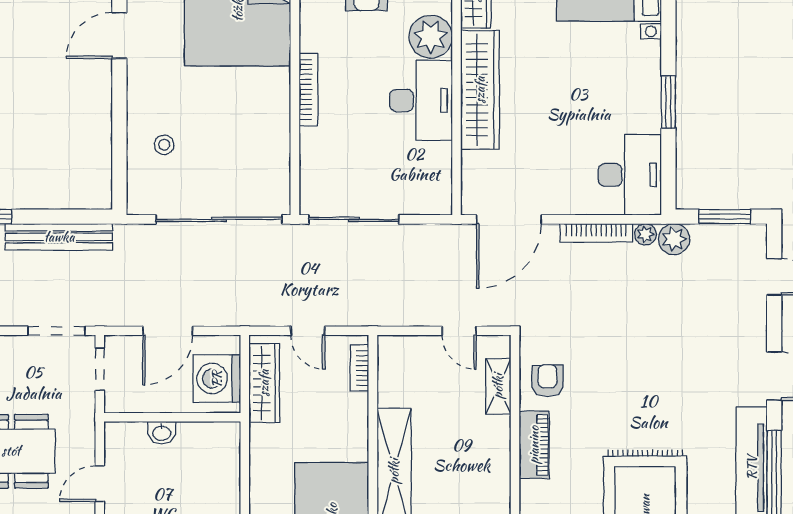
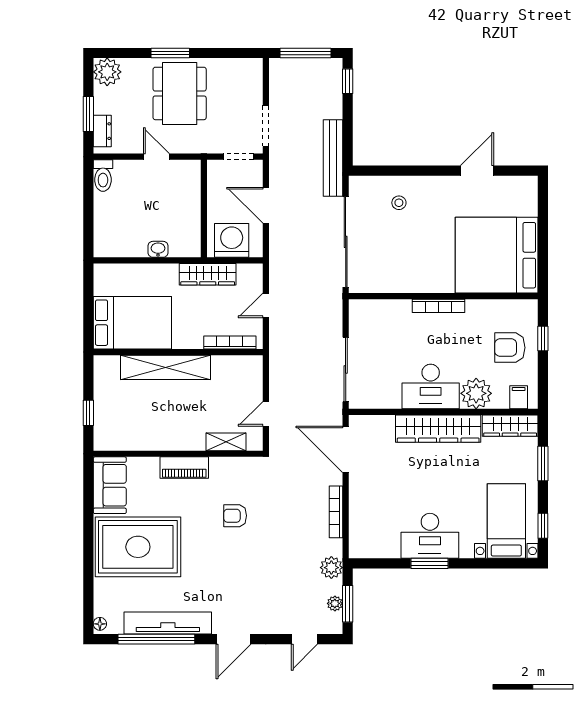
door: (119, 36) -> (477, 171), hinge flipped
desk: (630, 175) -> (430, 536), moved
sliding door: (354, 219) -> (346, 369), moved
plant: (645, 234) -> (335, 603), moved
bench: (59, 237) -> (333, 158), moved
bookcase: (359, 368) -> (230, 342), width x1.56
armchair: (547, 381) -> (235, 516), moved, turned 180
wardrobe: (264, 383) -> (208, 274), moved
washbasin: (162, 433) -> (158, 249), moved, turned 90

